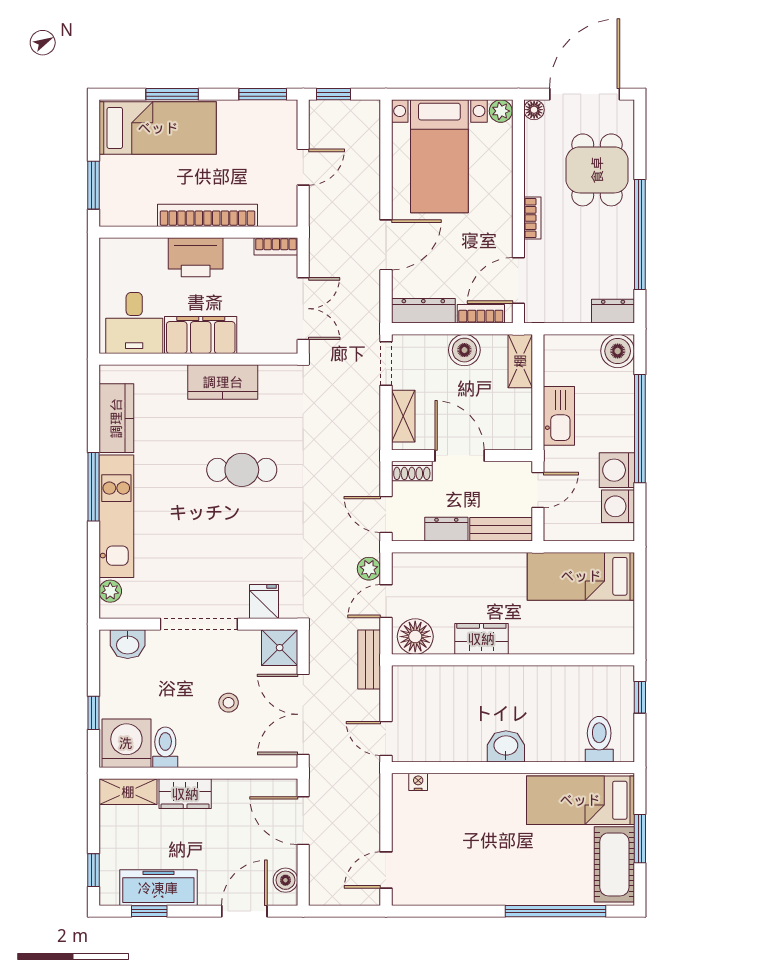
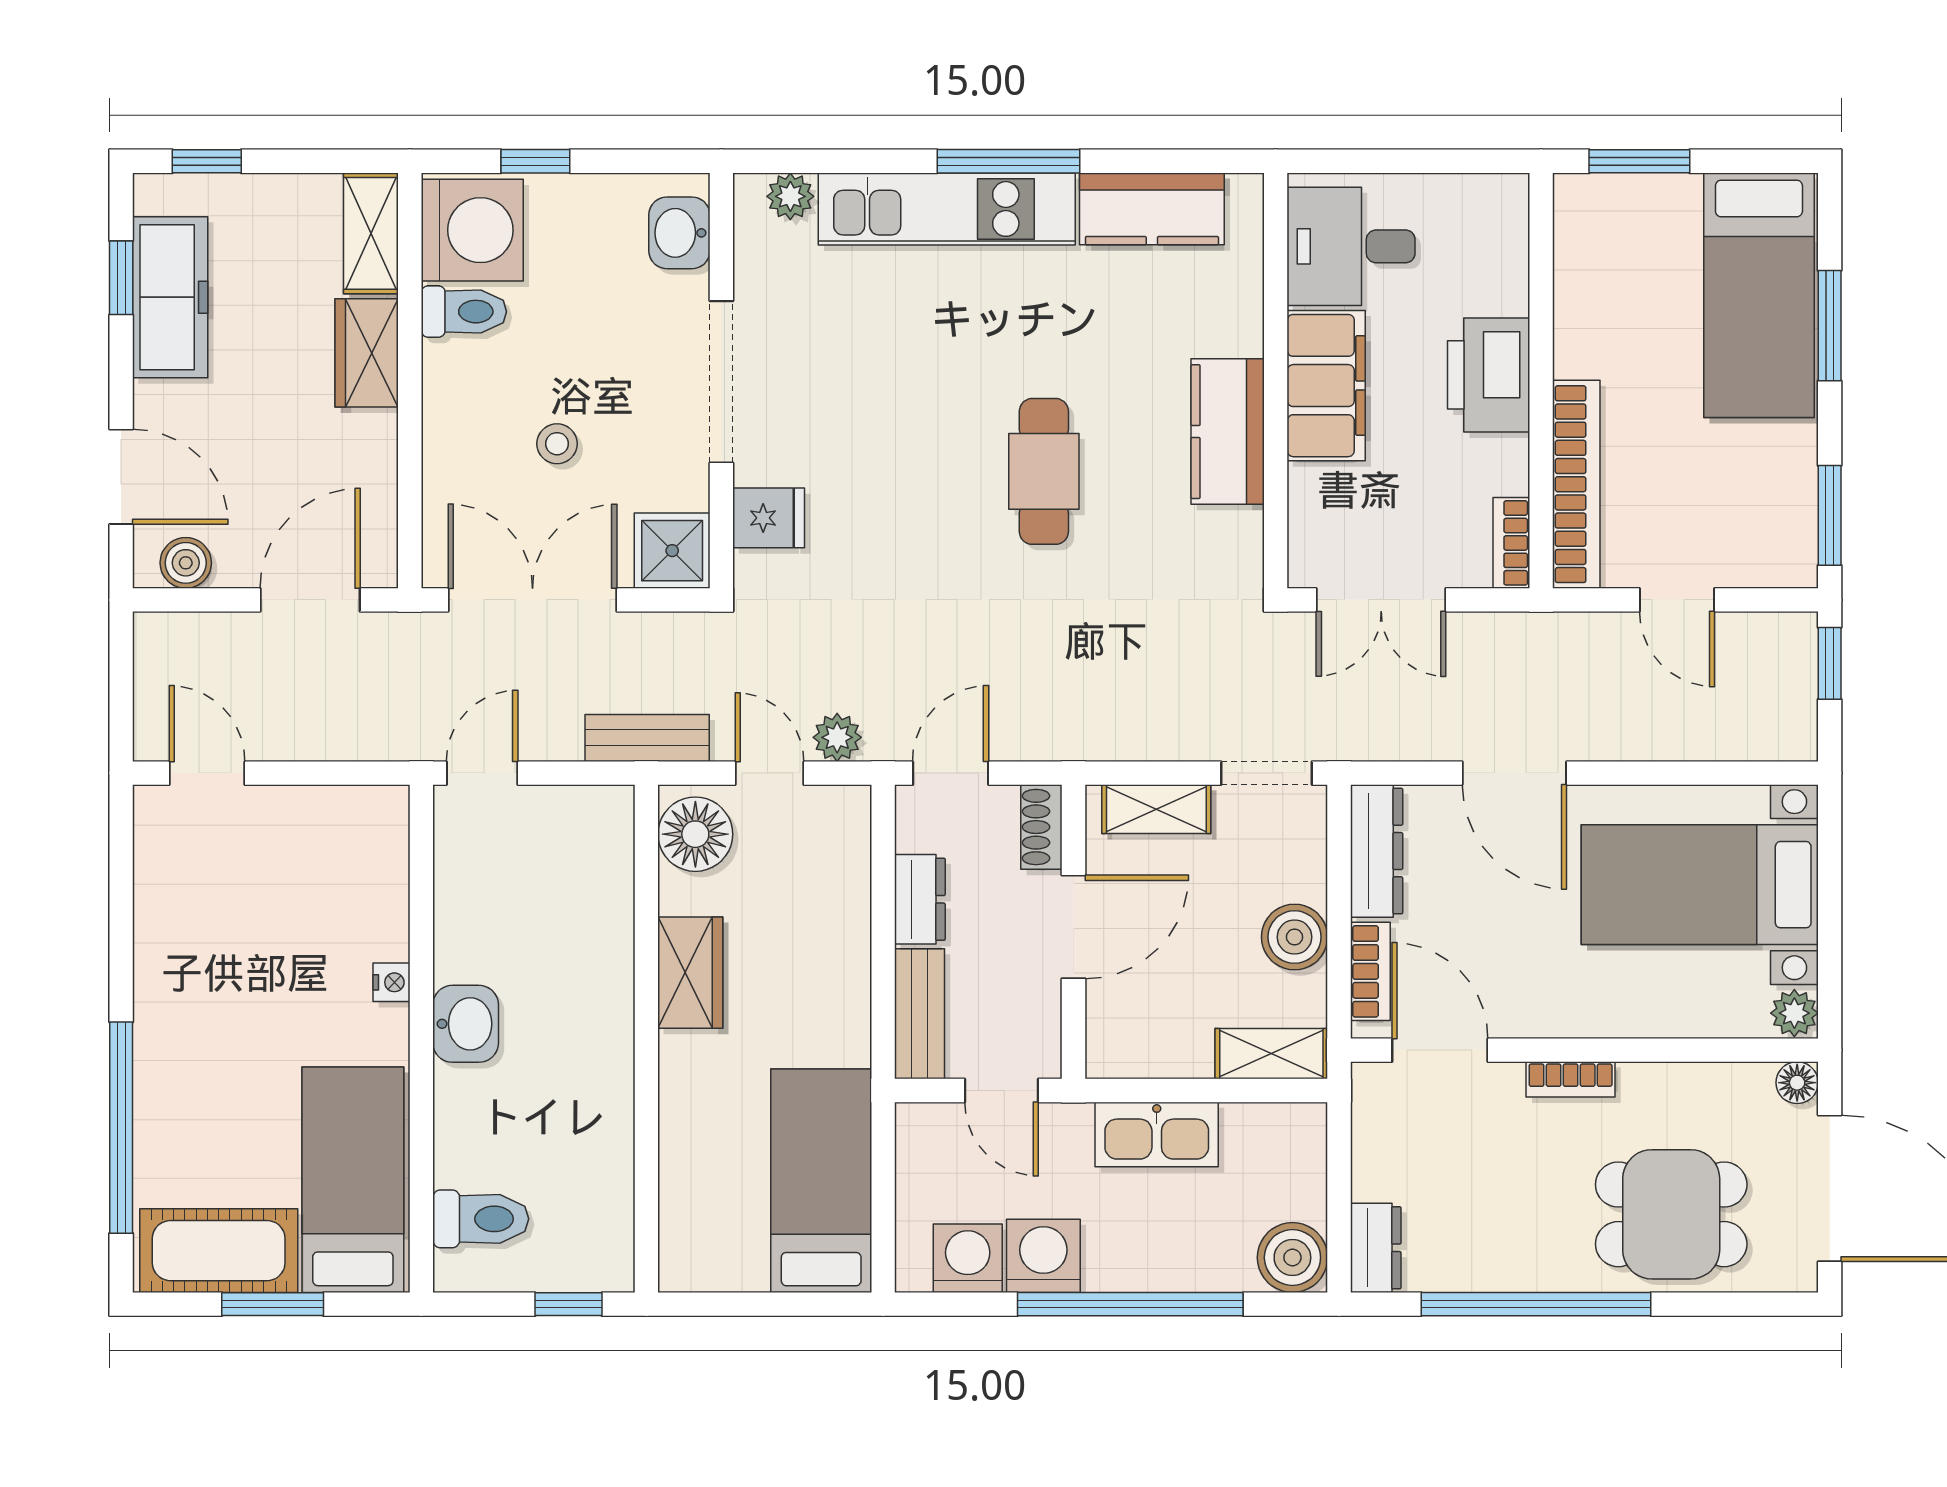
bookcase: (208, 215) -> (1576, 484), moved
nightstand: (418, 782) -> (392, 982), moved

